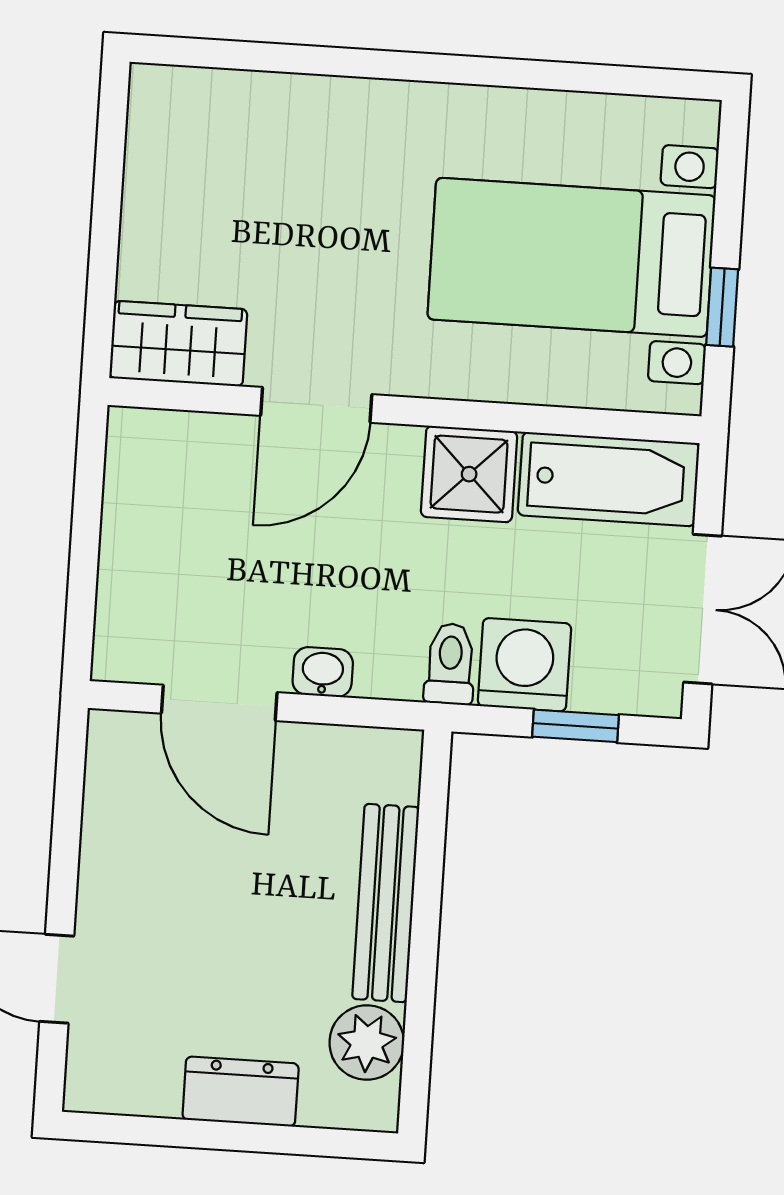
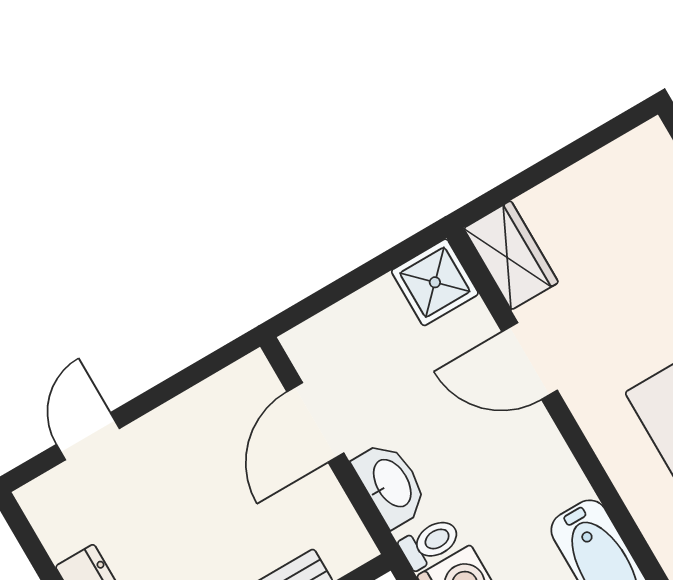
shower: (469, 474) -> (435, 282), moved
washbasin: (323, 672) -> (391, 484), width x1.91, depth x1.45

